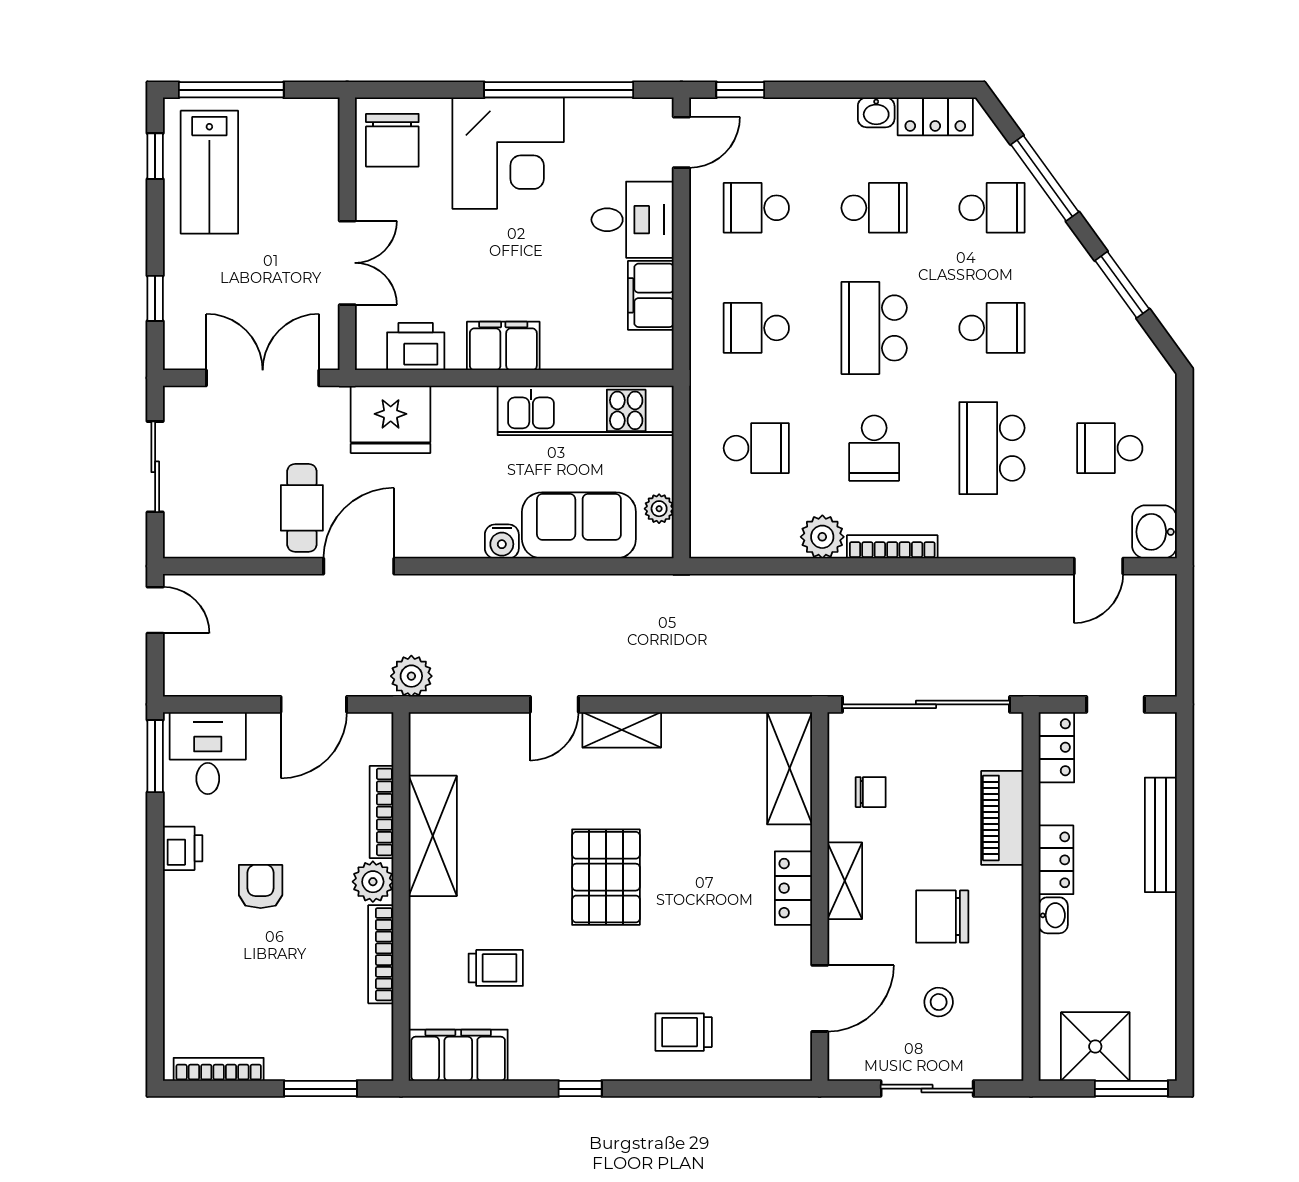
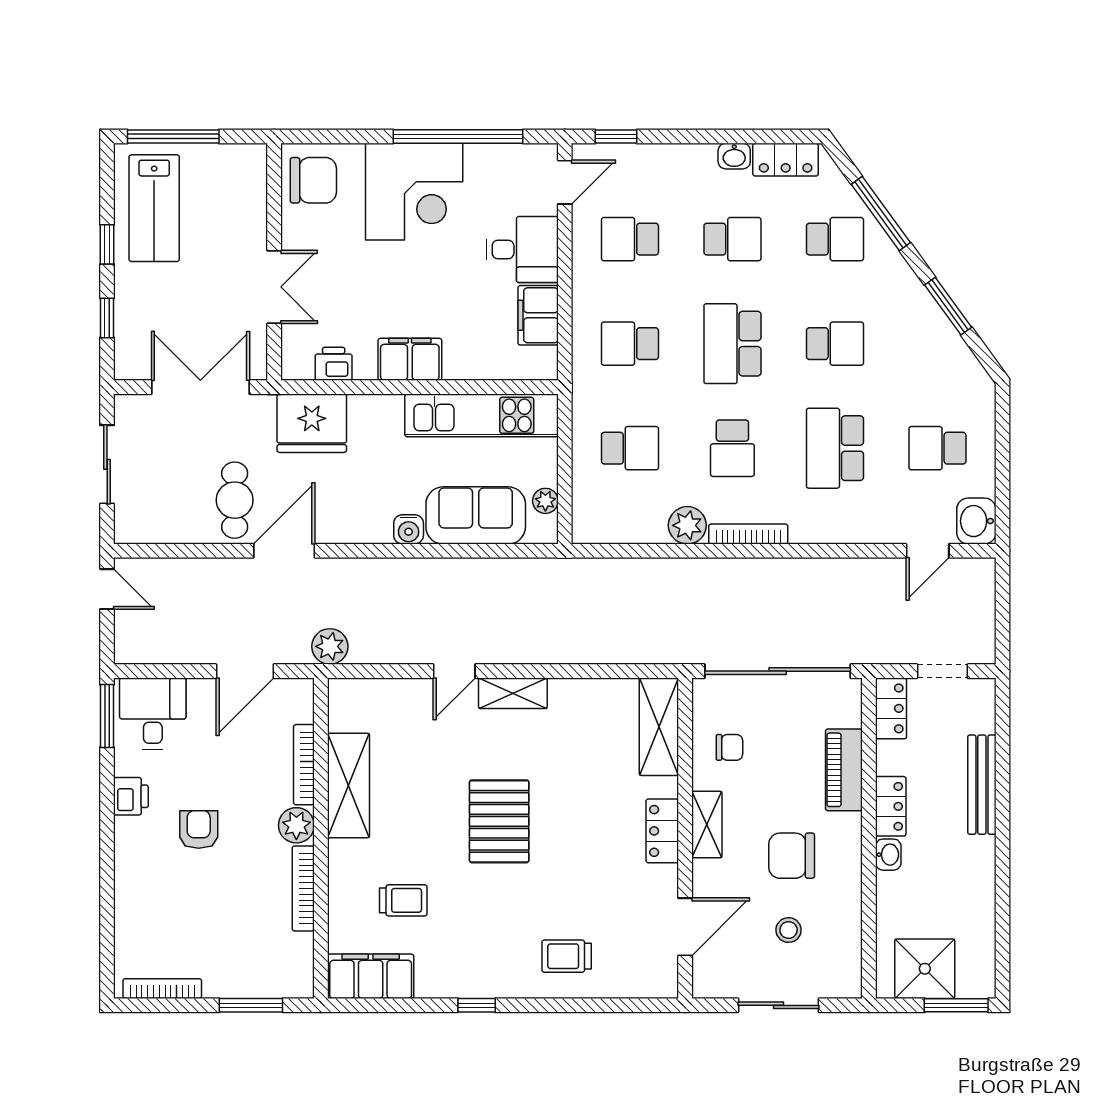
chair: (392, 140) -> (313, 180), turned -90
window: (155, 156) -> (107, 244), moved
printer: (416, 347) -> (334, 364), width x0.73, depth x0.81

